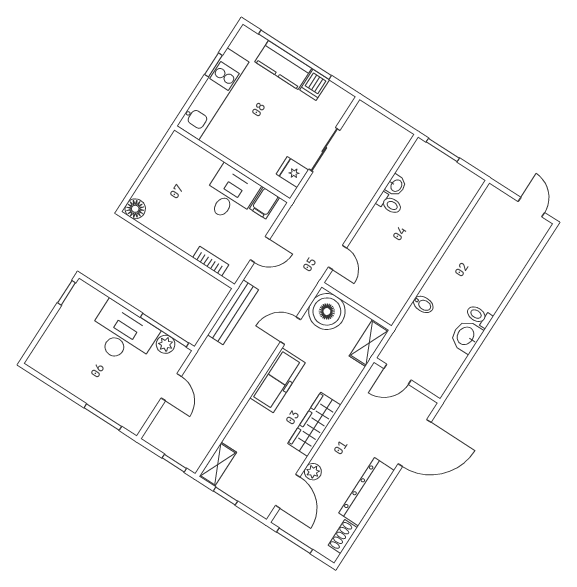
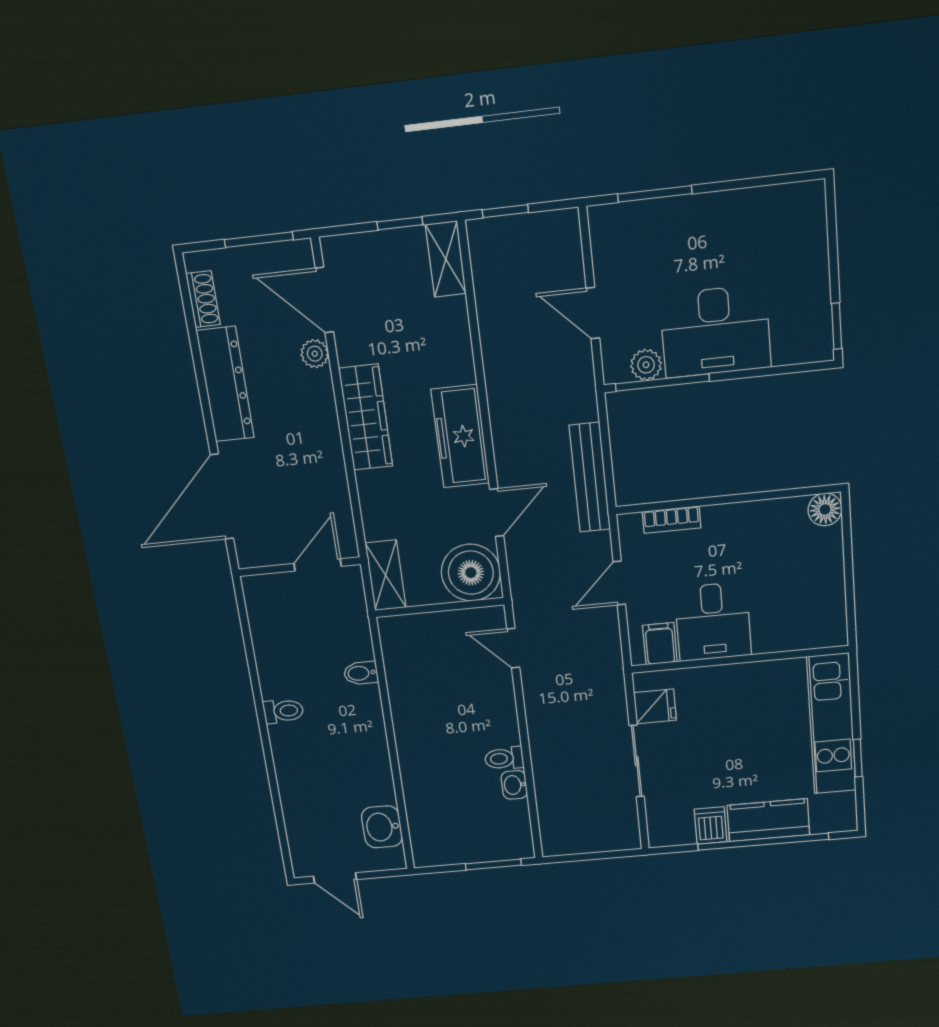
washbasin: (466, 336) -> (382, 827), moved, turned 180

